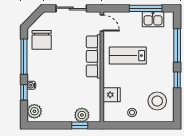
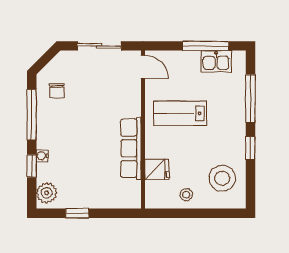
chair: (42, 40) -> (57, 91), width x0.54, depth x0.54
row of seats: (93, 56) -> (131, 148), moved
plant: (82, 115) -> (114, 198), removed
window: (80, 125) -> (77, 213), moved

